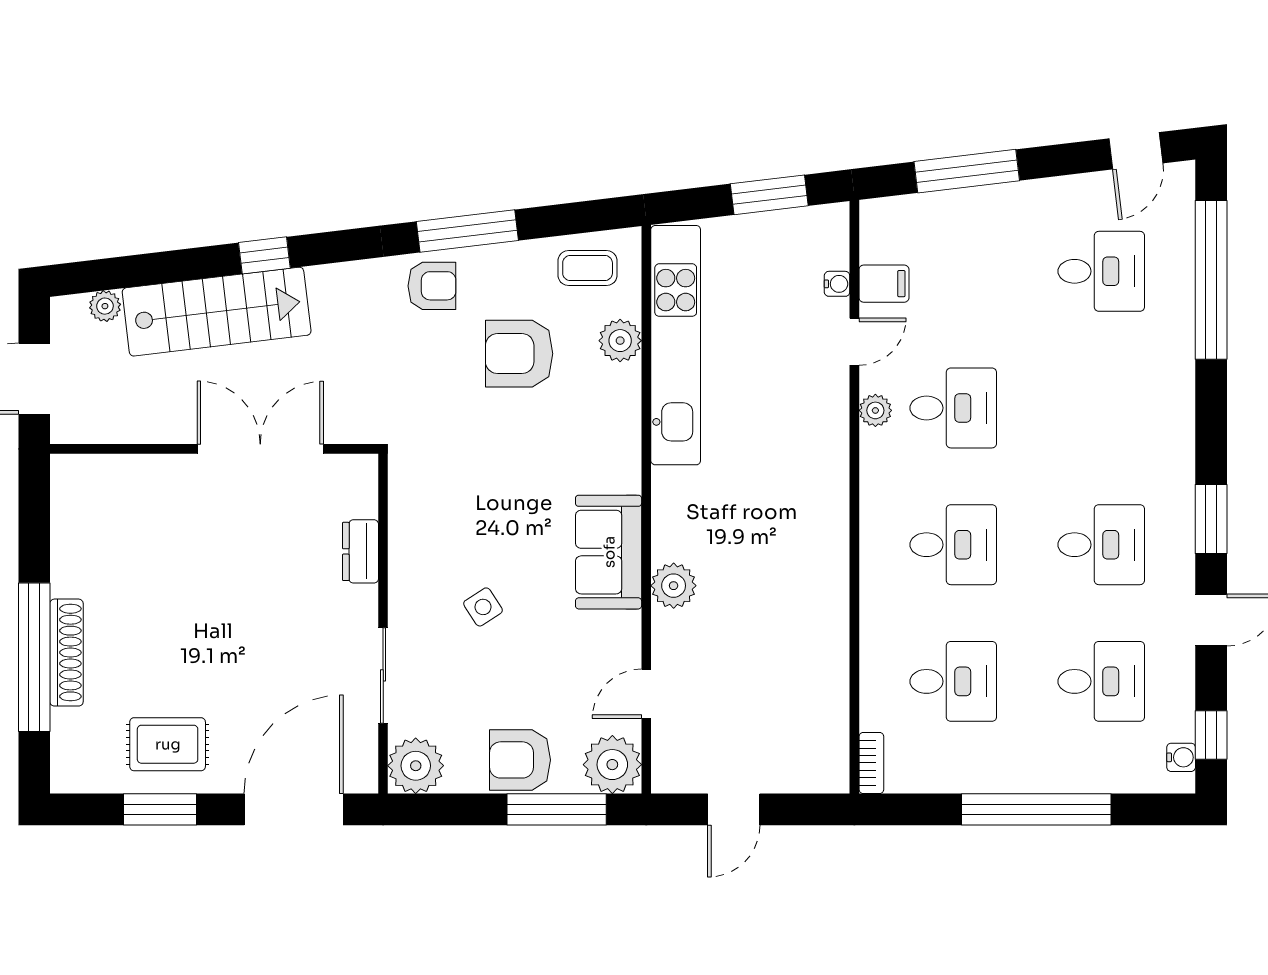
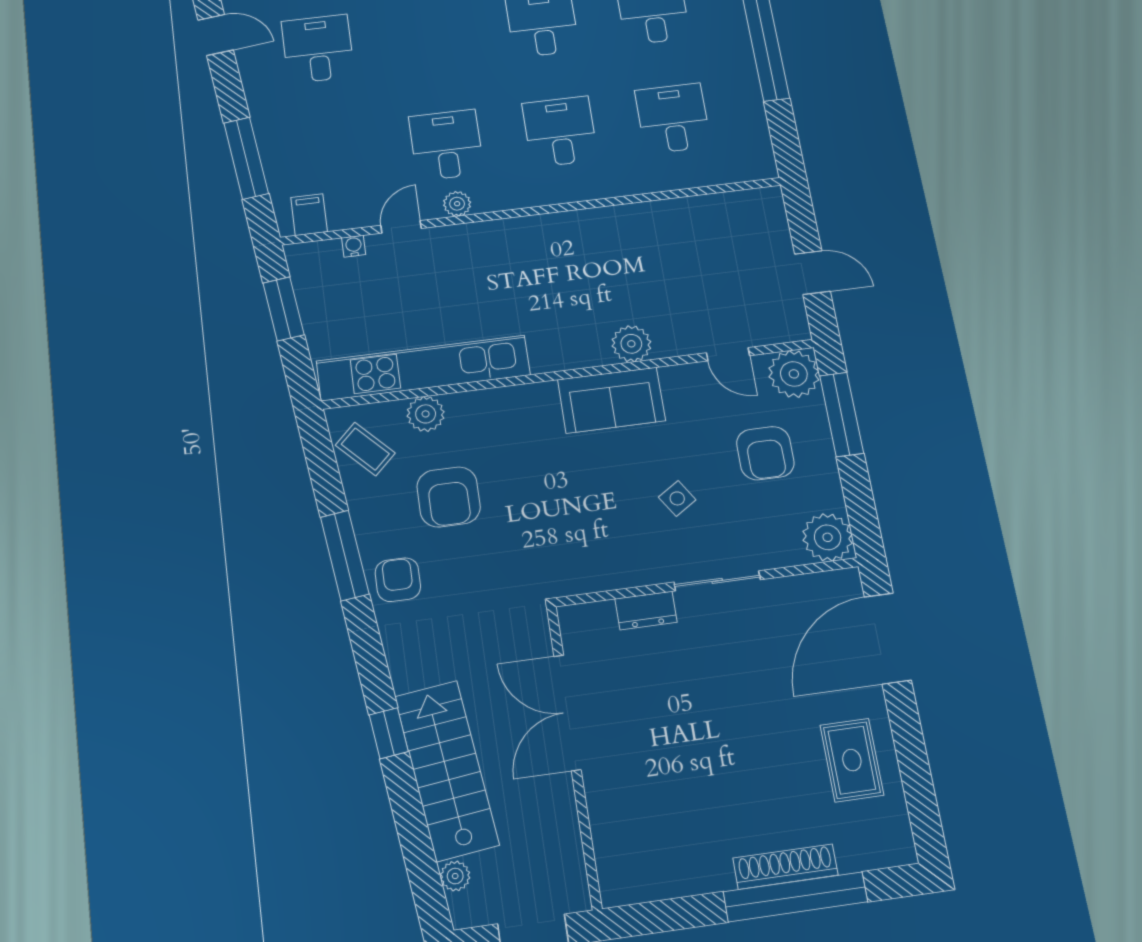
coffee table: (588, 268) -> (365, 449), turned -44
filing cabinet: (884, 284) -> (309, 215), moved
door: (854, 342) -> (401, 227), hinge flipped
sliding door: (383, 675) -> (717, 581), moved
armchair: (520, 760) -> (765, 453), moved
bookcase: (871, 763) -> (752, 172), removed
window: (160, 809) -> (913, 759), removed
door: (294, 809) -> (888, 638), hinge flipped

